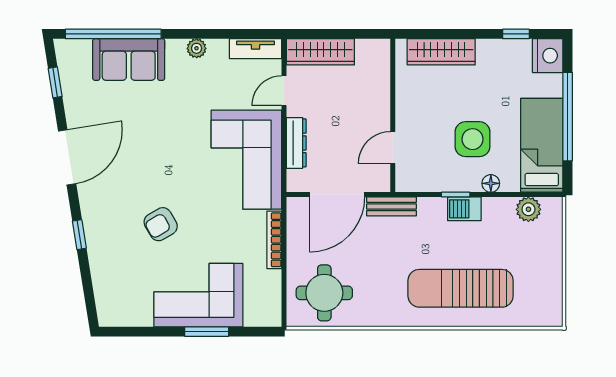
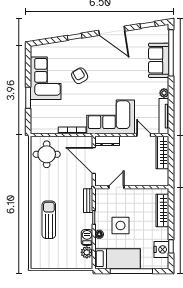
tv unit: (256, 49) -> (164, 116), width x1.41
nightstand: (548, 56) -> (161, 249), moved, turned -90
dresser: (296, 143) -> (107, 141), moved
door: (393, 148) -> (116, 187), hinge flipped
bench: (392, 206) -> (88, 201), moved
barbecue: (464, 209) -> (87, 237), moved
sun lounger: (461, 288) -> (49, 220), width x0.73, depth x0.75
corner sofa: (198, 295) -> (46, 78), moved

